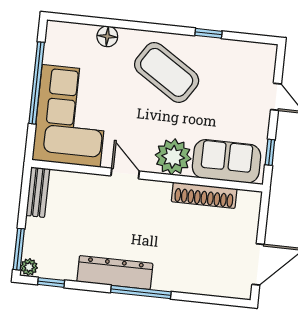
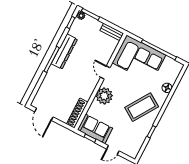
sofa: (227, 161) -> (95, 129), moved, turned -90
door: (125, 173) -> (105, 72), swing flipped
shoe rack: (204, 195) -> (77, 113), moved

